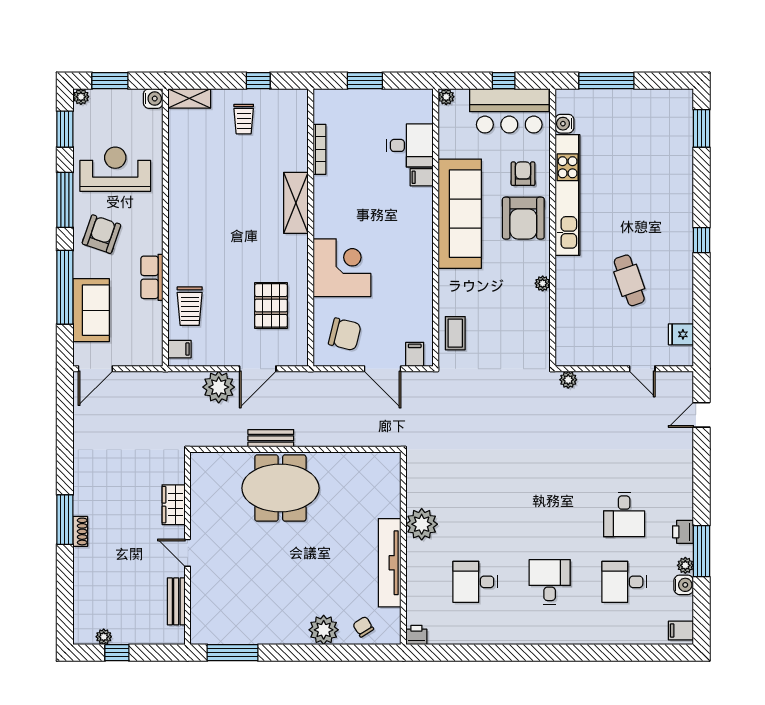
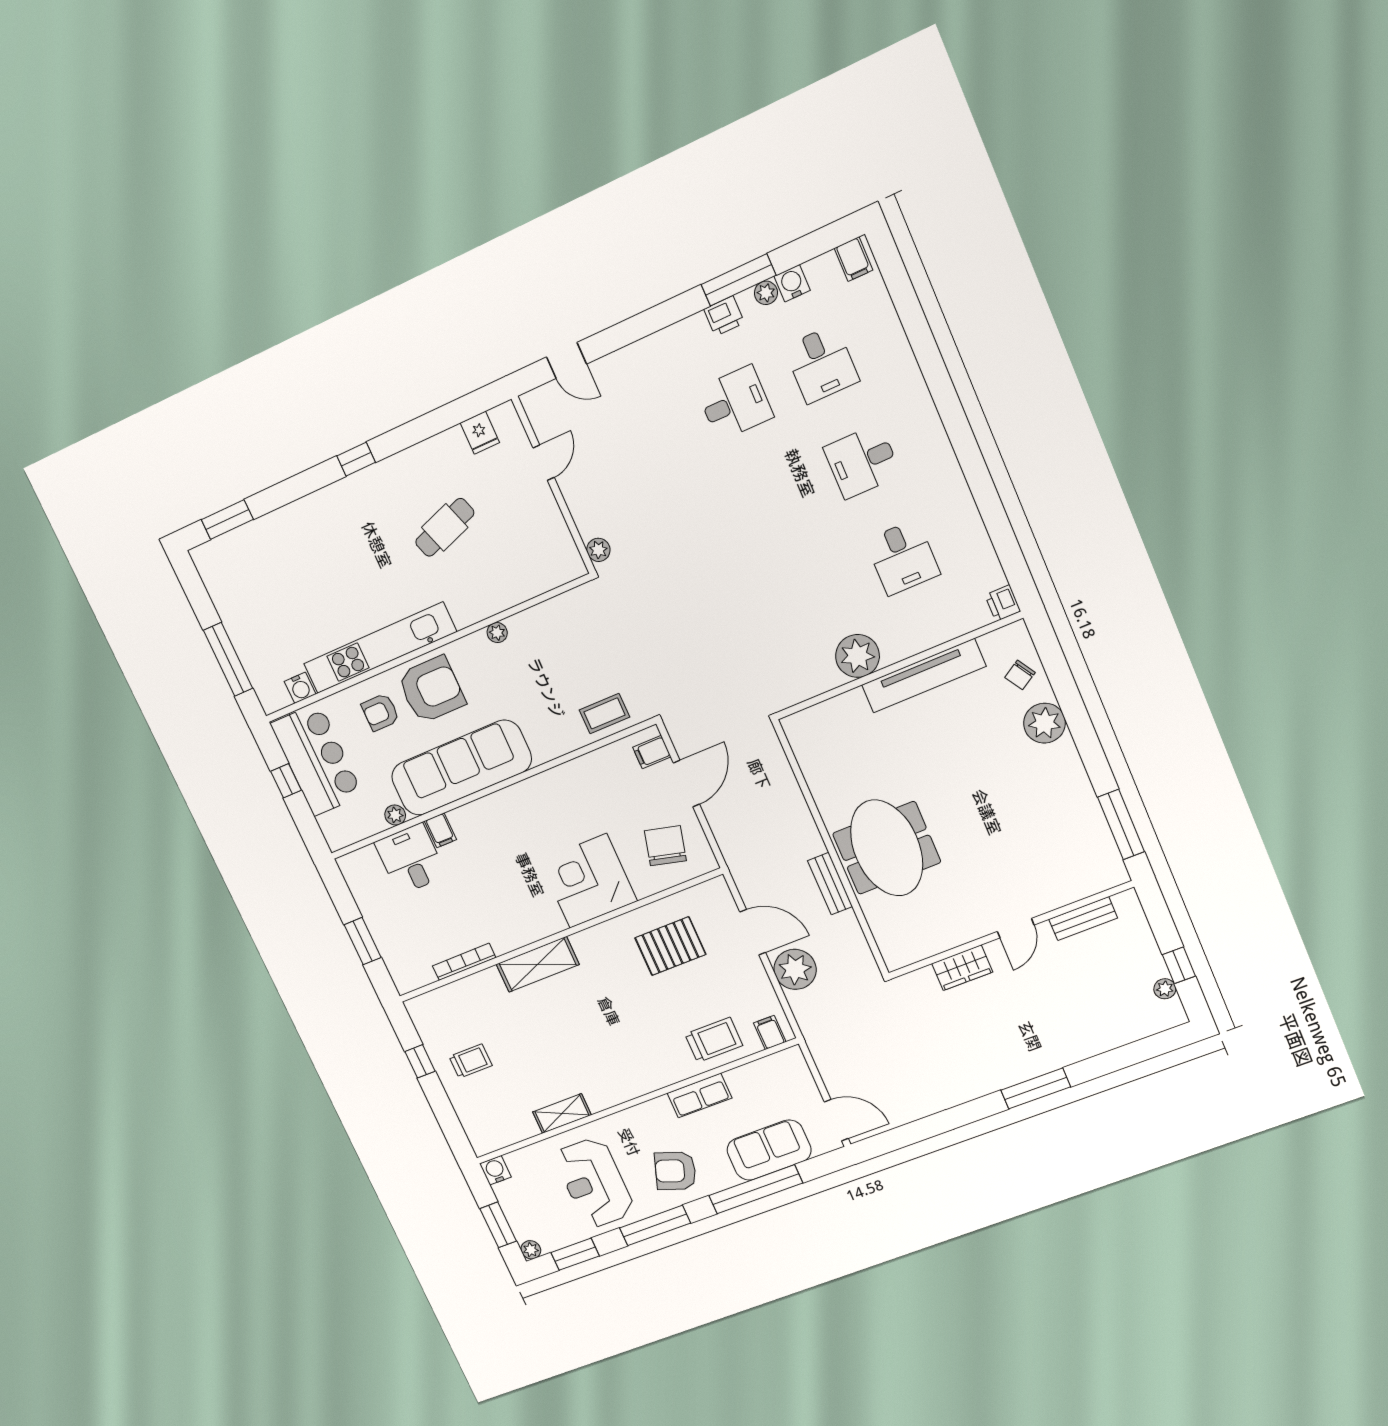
plant: (446, 97) -> (395, 815), moved
shelving: (189, 98) -> (562, 1114), moved, turned 90
shoe rack: (80, 531) -> (1043, 1065), removed

